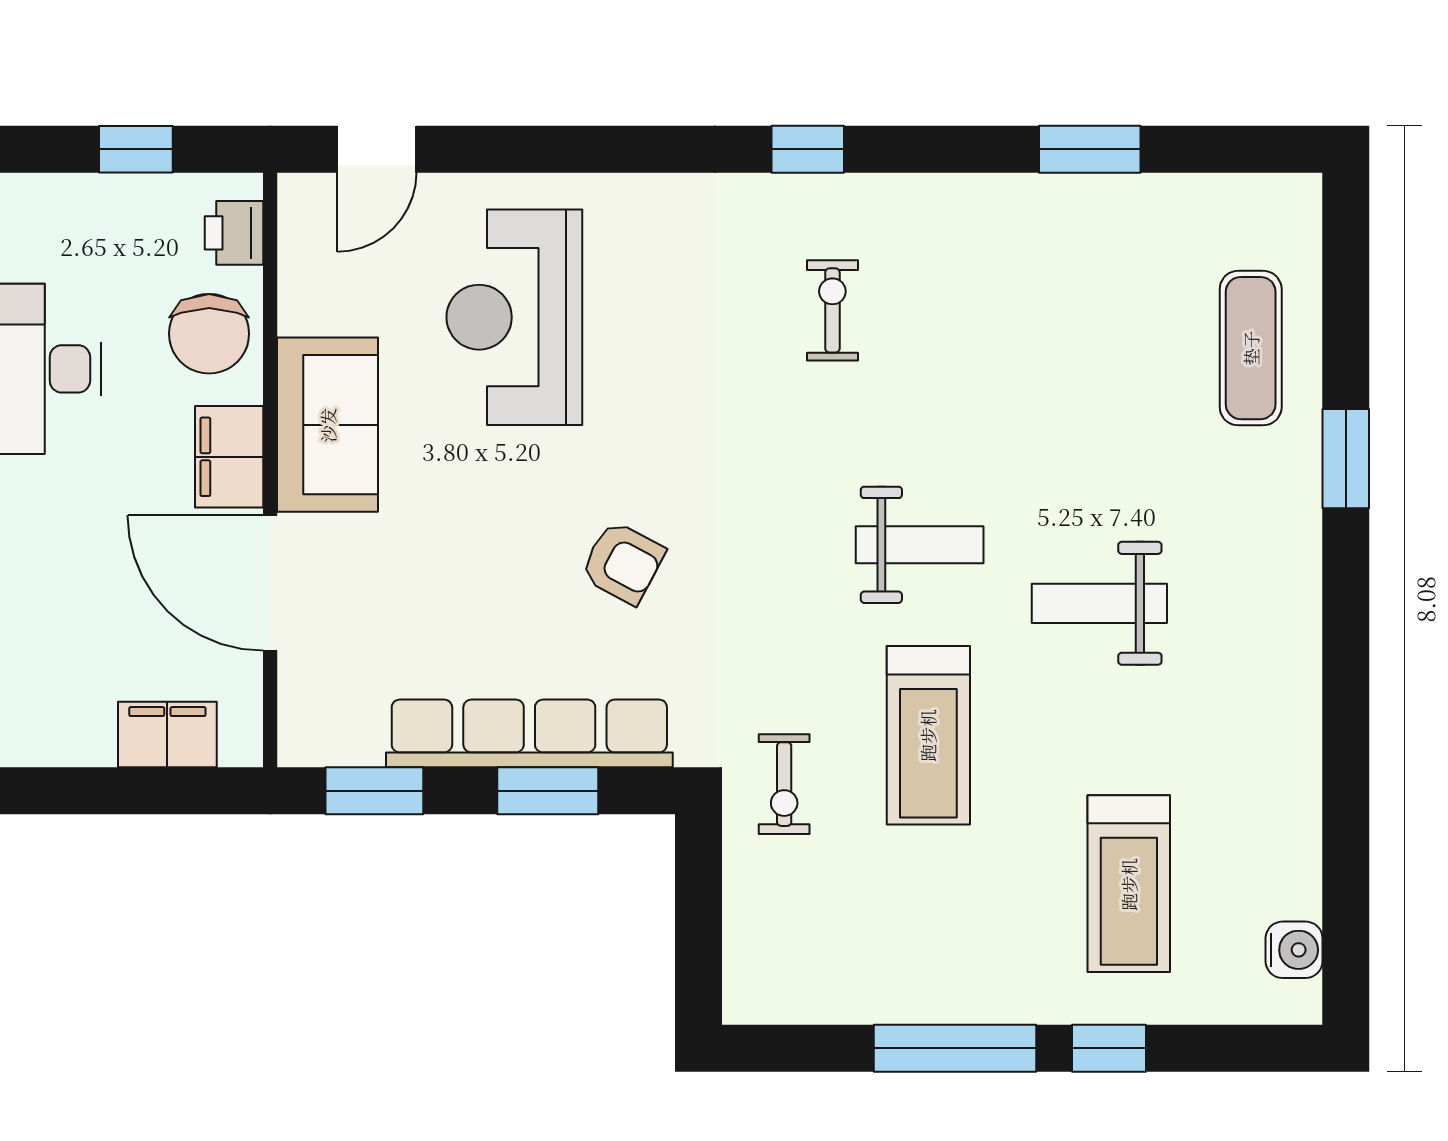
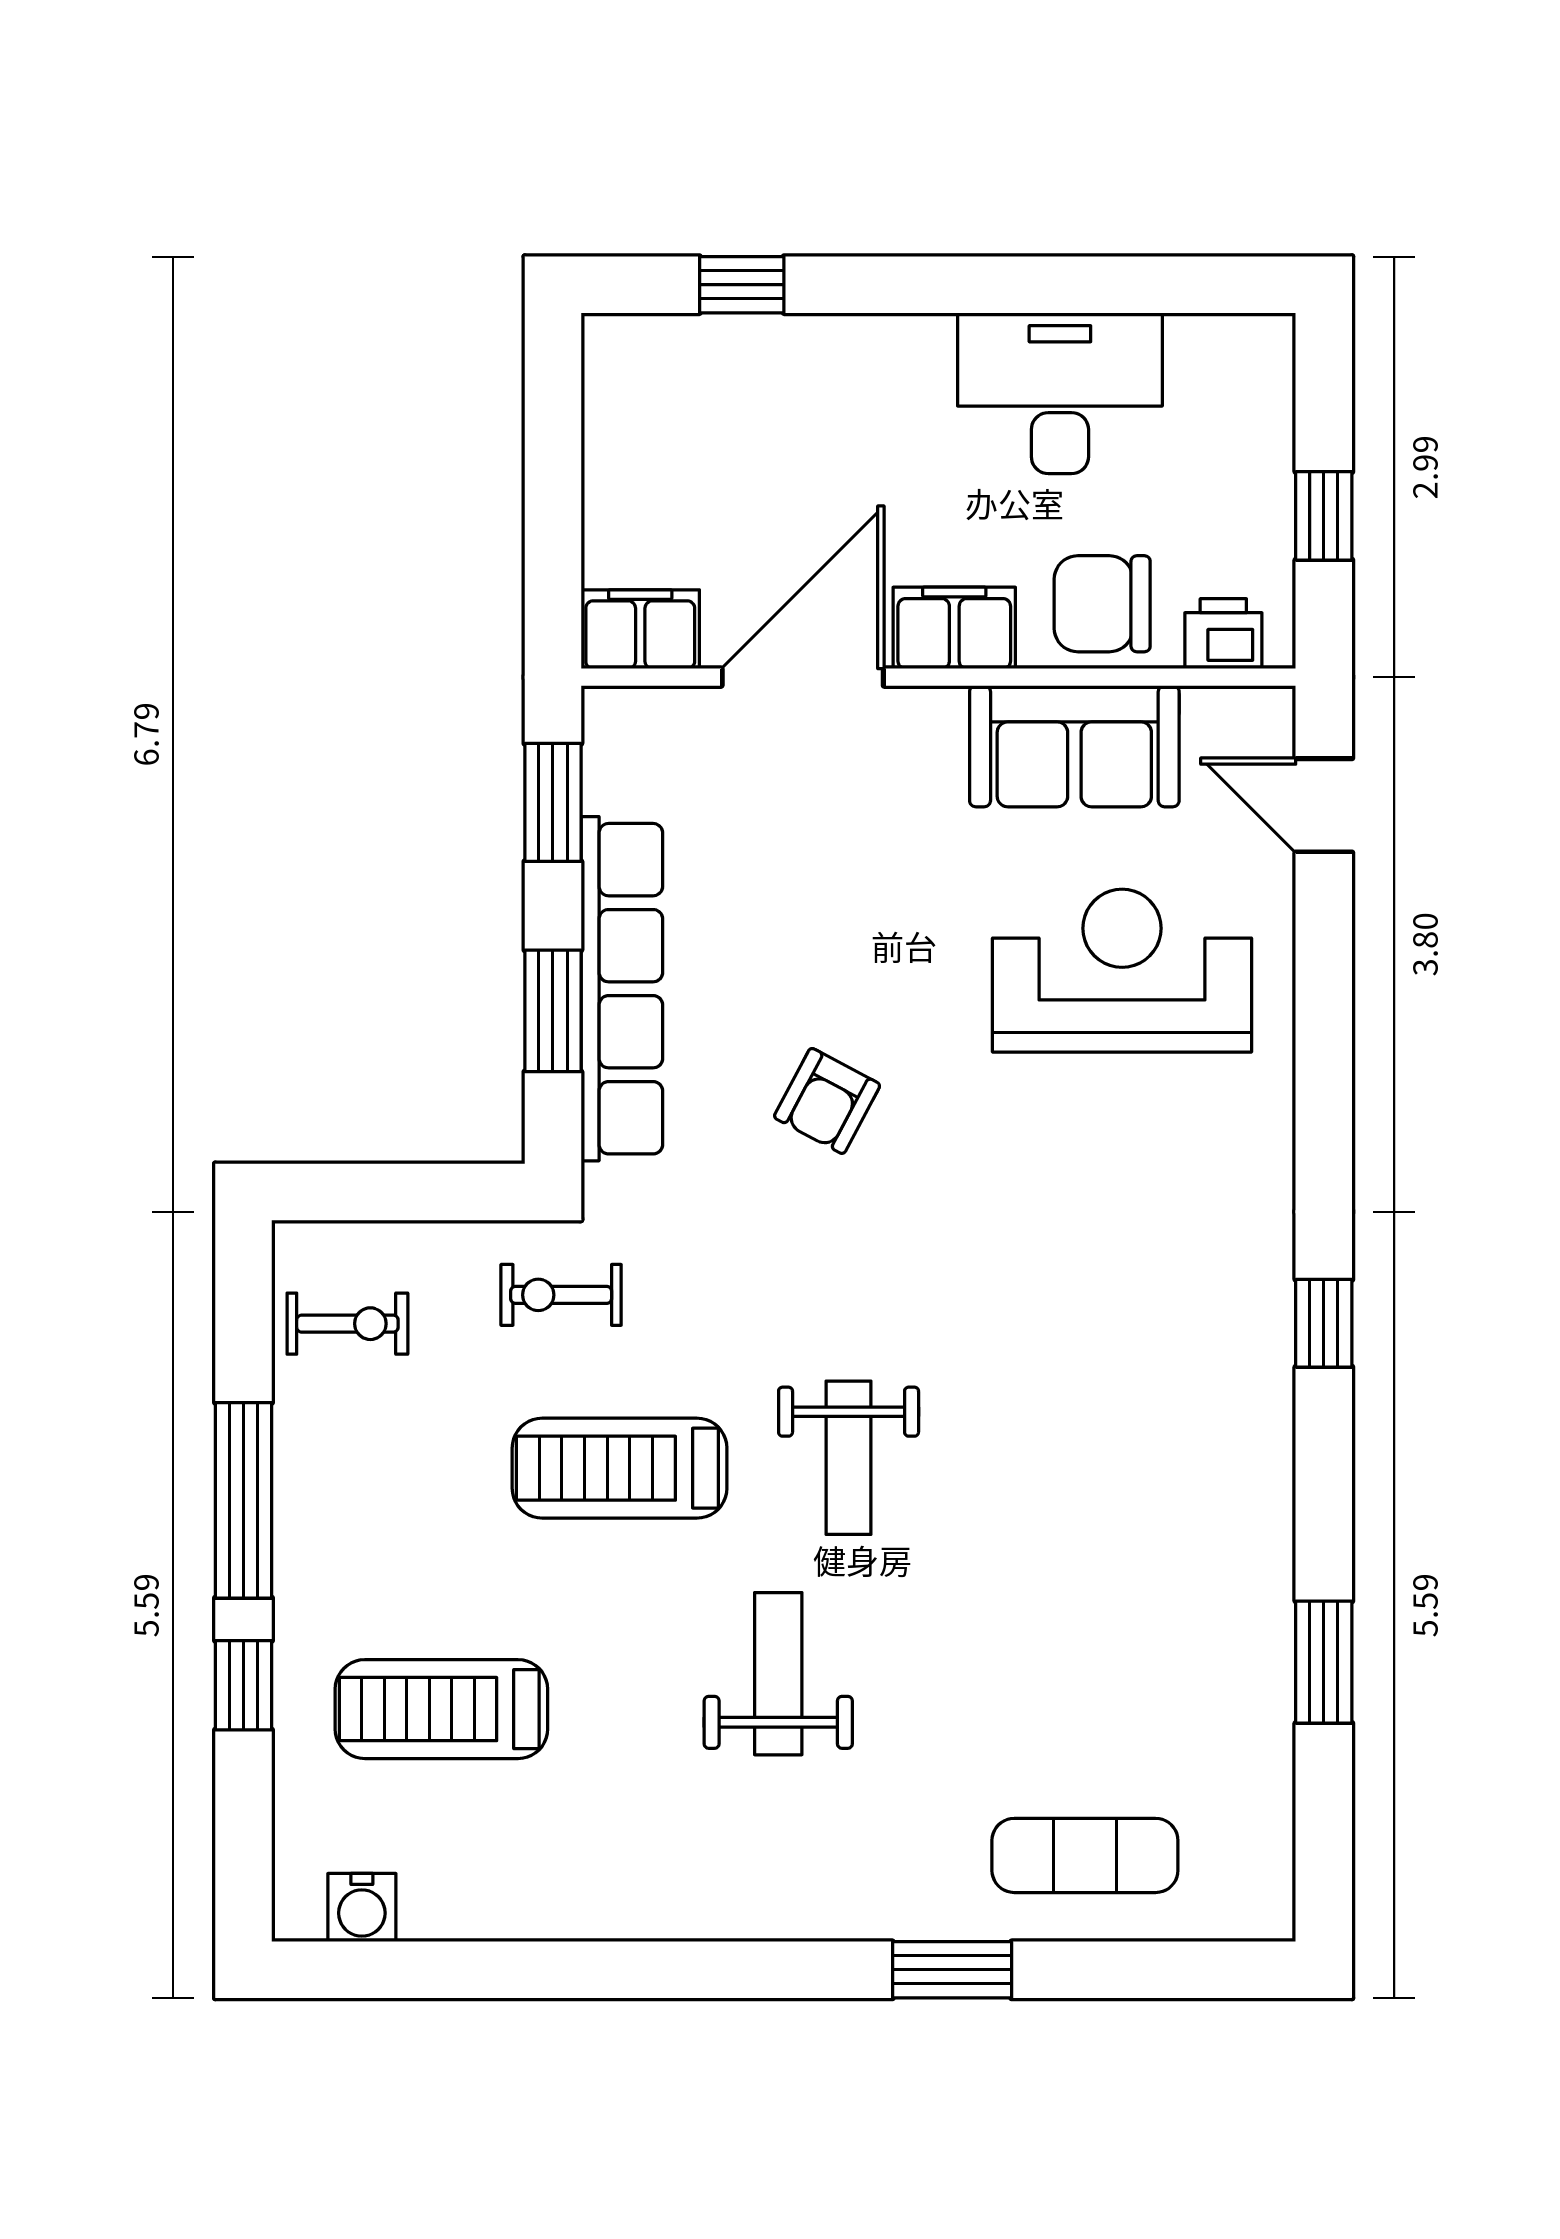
exercise bike: (832, 310) -> (347, 1324), moved
sofa: (328, 425) -> (1074, 746), moved
filing cabinet: (167, 735) -> (640, 629), moved, turned -90

